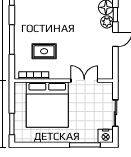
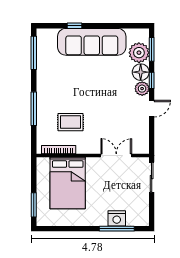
bed: (47, 105) -> (68, 183), width x0.73
sliding door: (115, 113) -> (152, 177), moved
nightstand: (106, 136) -> (117, 218), moved

